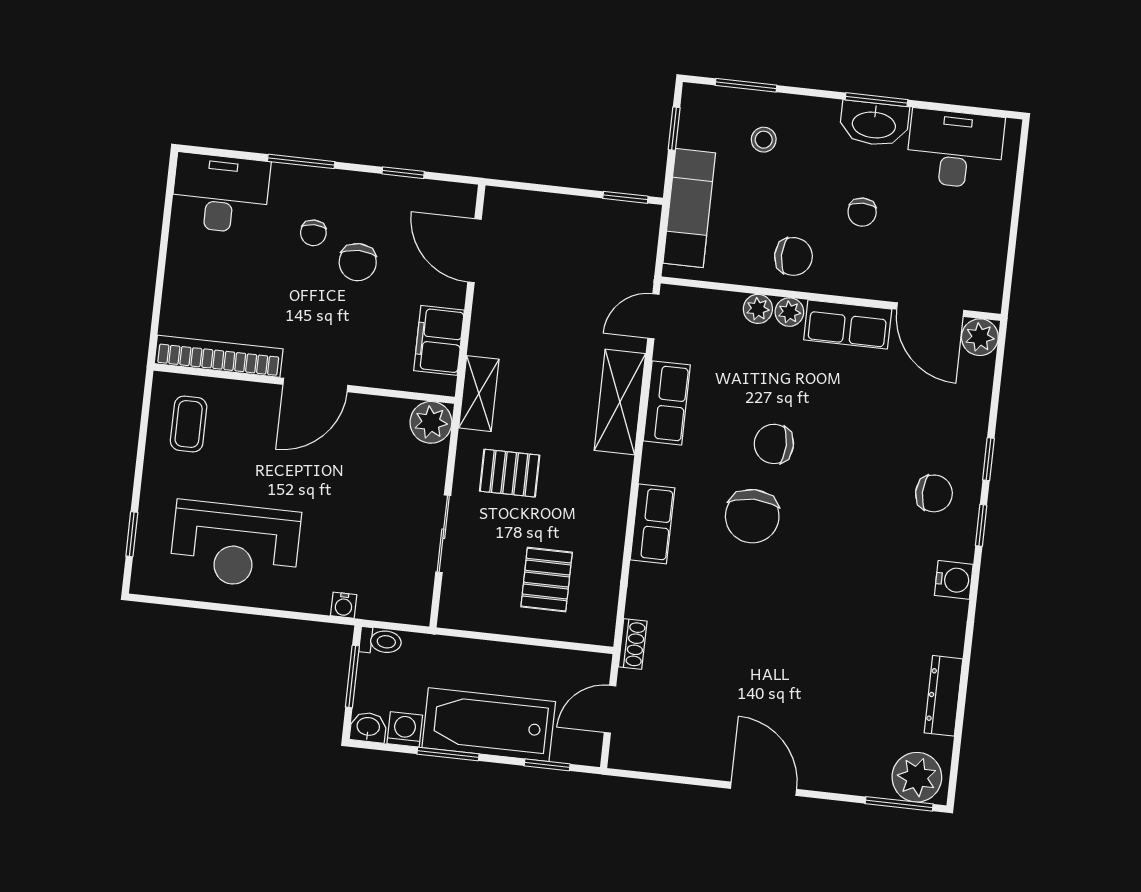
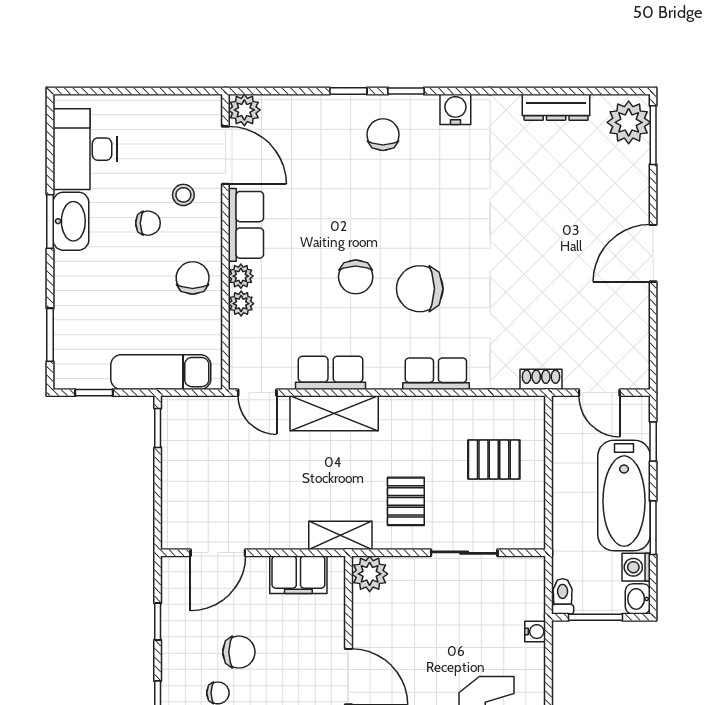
stool: (764, 140) -> (183, 195), moved
door: (930, 310) -> (225, 155), hinge flipped
chair: (752, 516) -> (420, 289), turned 180

